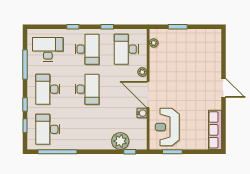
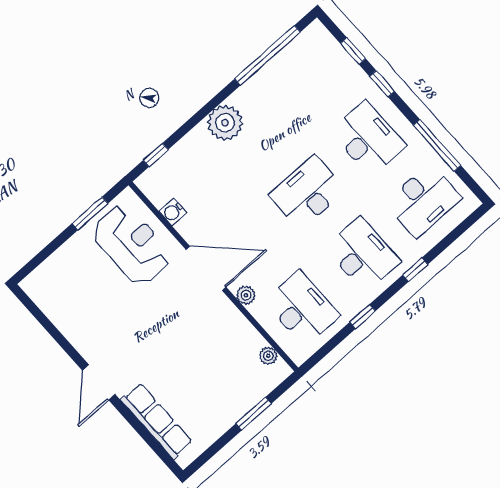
desk: (87, 49) -> (363, 254), turned 180
door: (224, 88) -> (99, 382), hinge flipped
desk: (87, 89) -> (308, 193), turned 90
water cooler: (142, 113) -> (173, 212), moved
desk: (48, 129) -> (313, 77), removed
row of seats: (215, 130) -> (157, 421), moved
plant: (120, 141) -> (225, 123), moved

